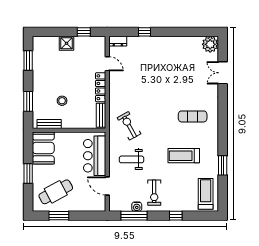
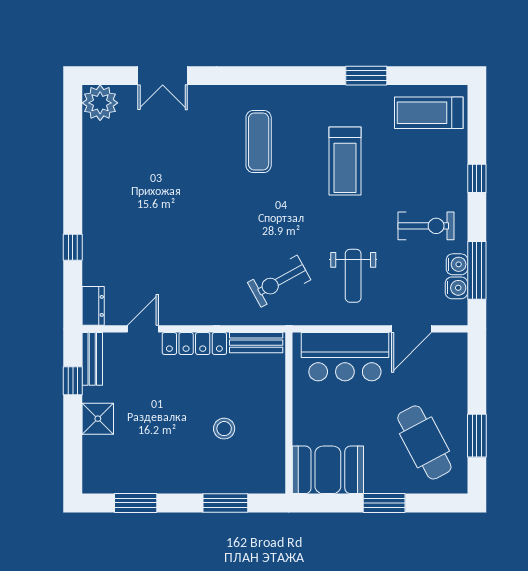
bench: (49, 124) -> (92, 359), moved
water cooler: (126, 206) -> (456, 288), added

